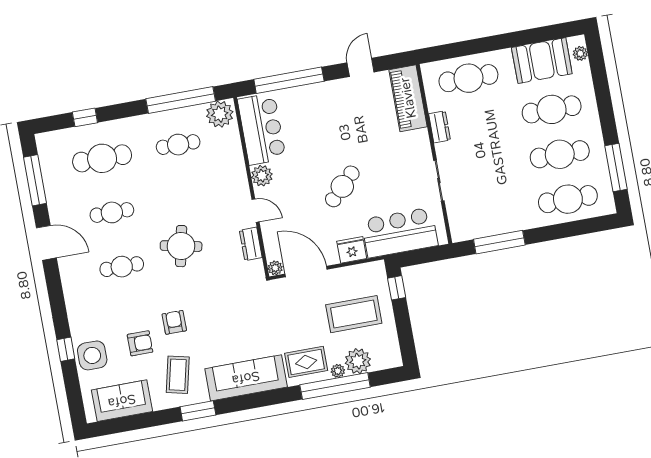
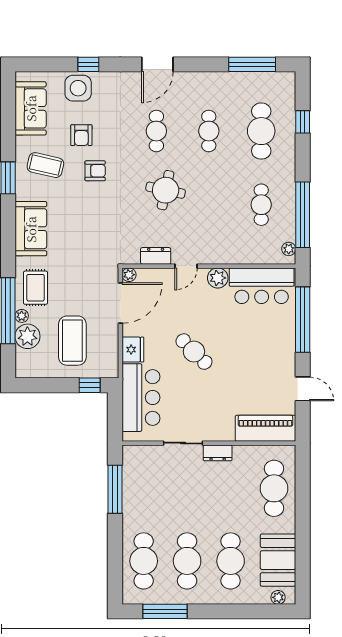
plant: (220, 114) -> (289, 249), width x0.53, depth x0.53
dresser: (440, 127) -> (218, 453), moved
door: (46, 243) -> (157, 64), moved
sofa: (246, 378) -> (31, 229), width x0.73

